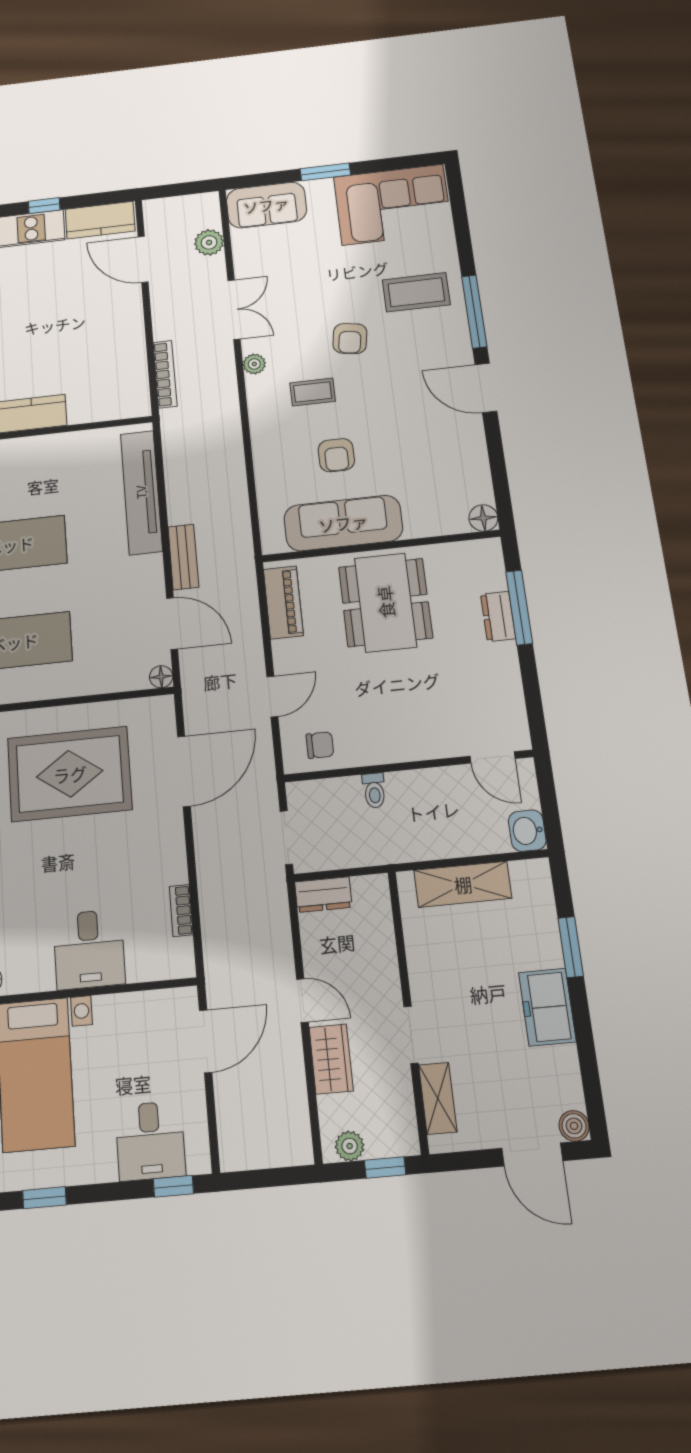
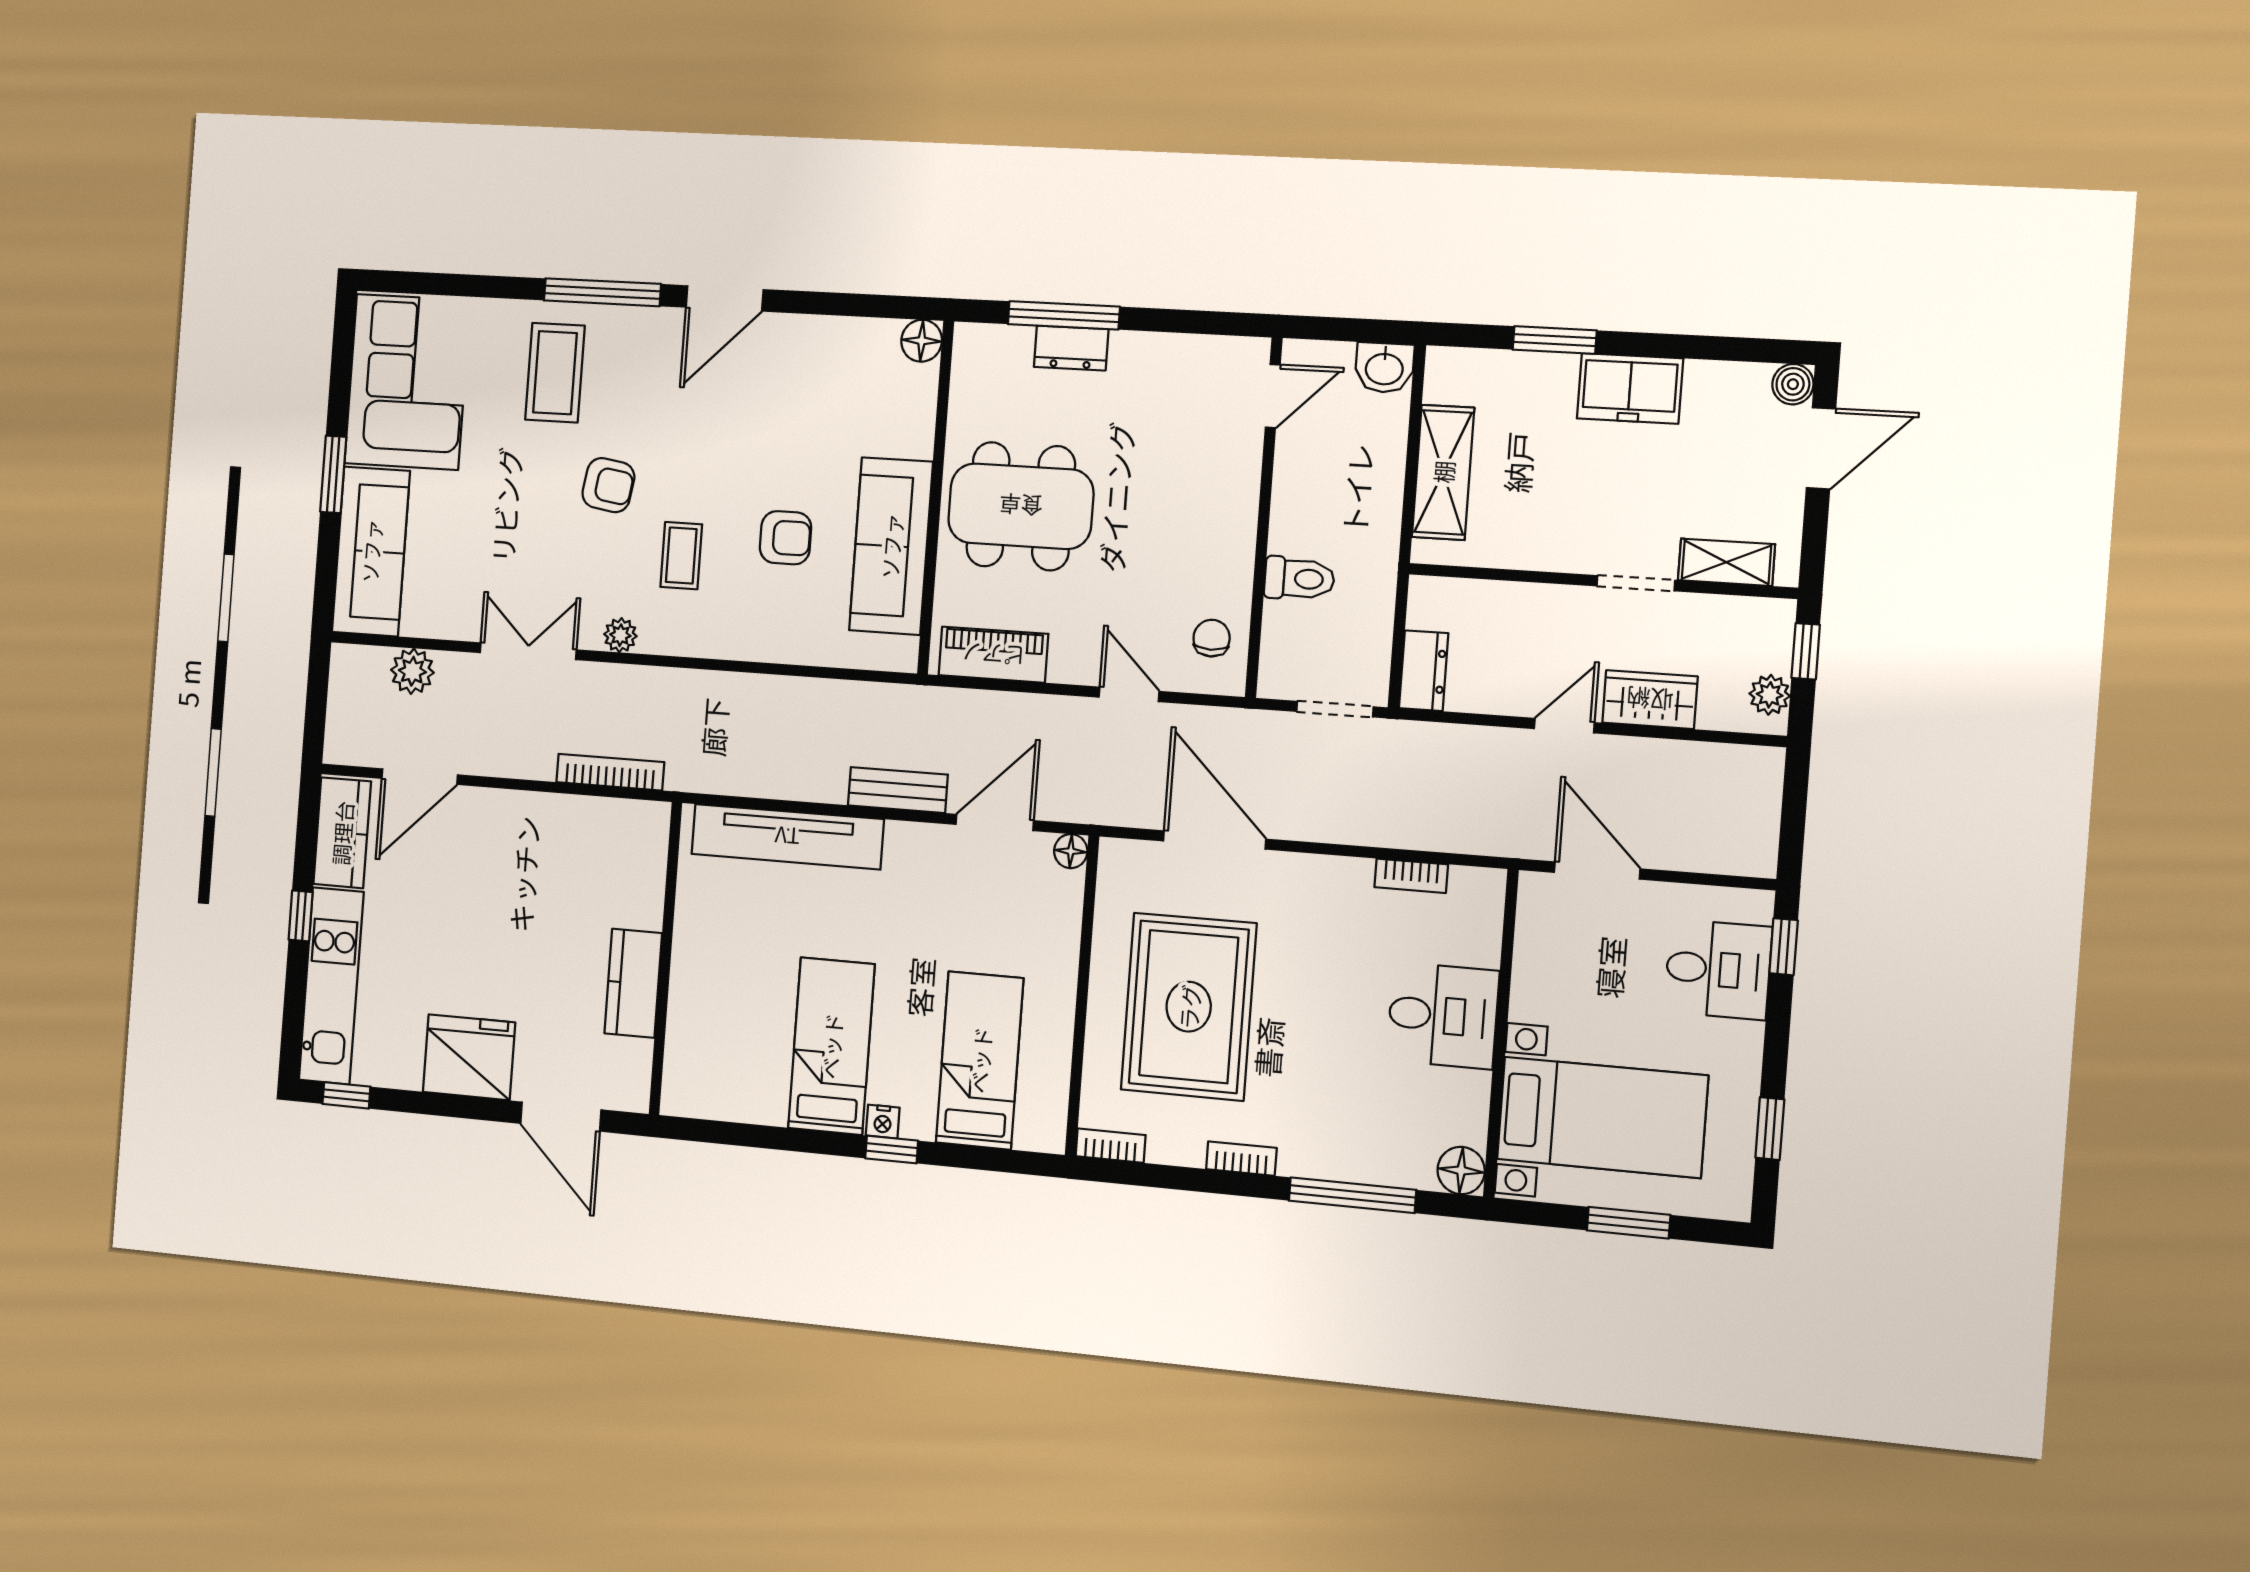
sofa: (266, 205) -> (371, 551), width x1.36
toilet: (374, 791) -> (1299, 579), width x1.37, depth x1.39

